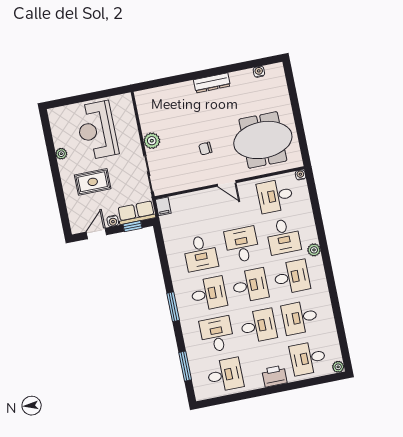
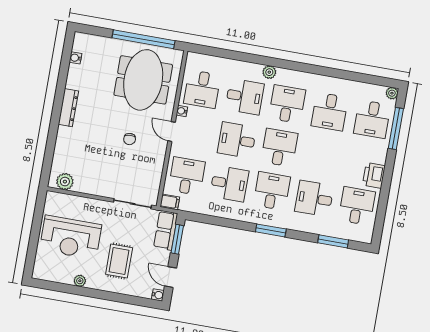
window: (299, 126) -> (143, 39), added
plant: (152, 141) -> (65, 182), moved
water cooler: (301, 175) -> (182, 111), moved
door: (227, 183) -> (172, 132), swing flipped
water cooler: (113, 221) -> (158, 295), moved
window: (133, 226) -> (177, 239), width x1.50
desk: (258, 326) -> (187, 176), moved
printer: (274, 376) -> (374, 175), moved
window: (308, 383) -> (396, 128), added

